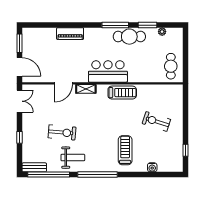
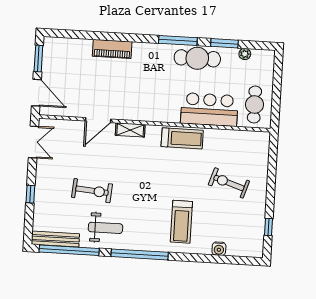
bar counter: (108, 71) -> (209, 110), moved
treadmill: (125, 150) -> (181, 222), turned 180
bench: (34, 167) -> (55, 239), width x1.36

